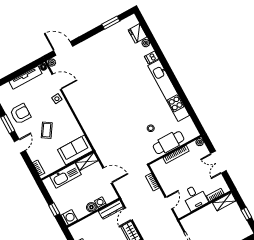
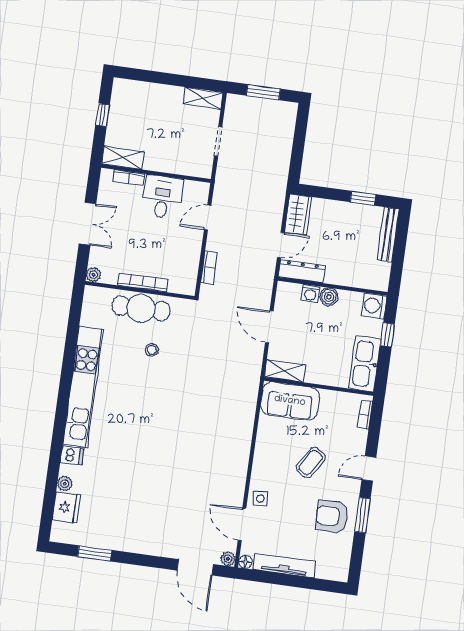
kitchen sink: (65, 175) -> (365, 364), moved, turned -90

